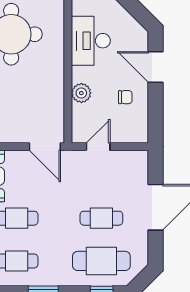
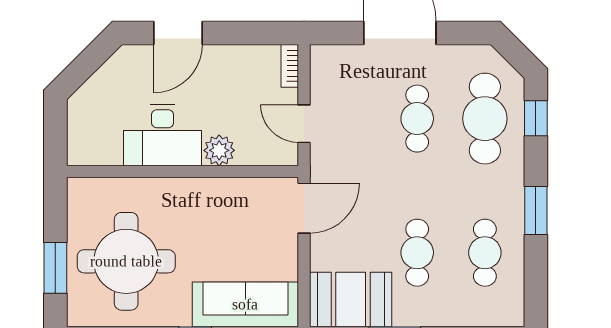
desk: (91, 41) -> (163, 135), moved
chair: (125, 97) -> (226, 81), removed
bookcase: (135, 138) -> (290, 66), added

